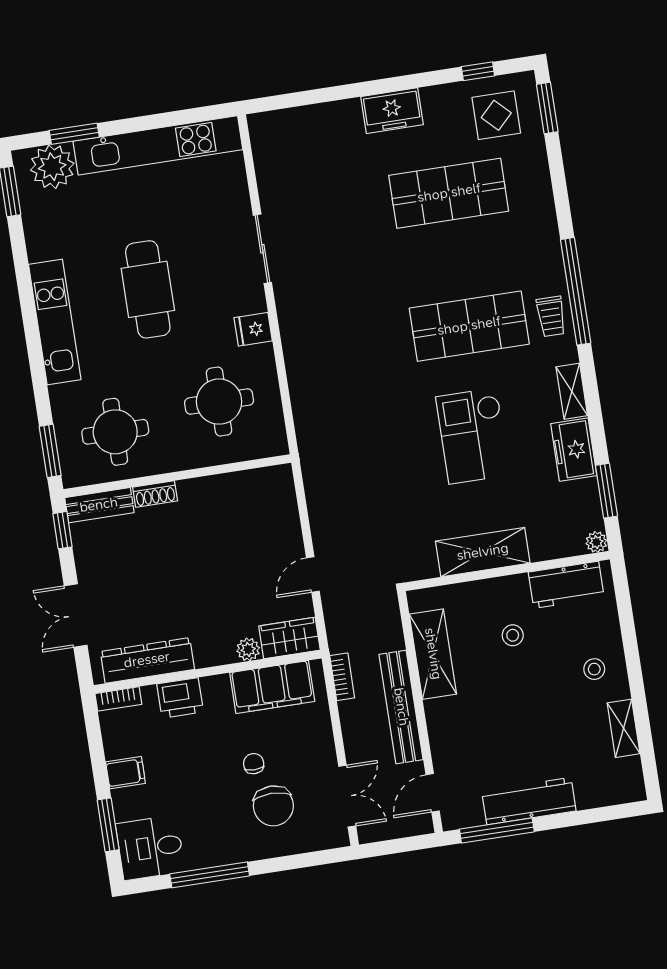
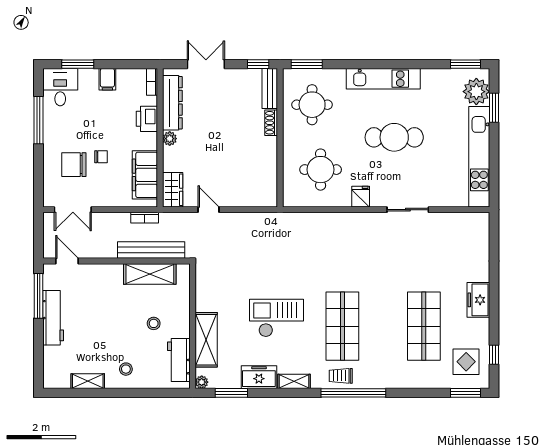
shelving: (483, 552) -> (206, 340), moved
plant: (248, 649) -> (170, 139), moved
bench: (401, 707) -> (151, 250), moved

